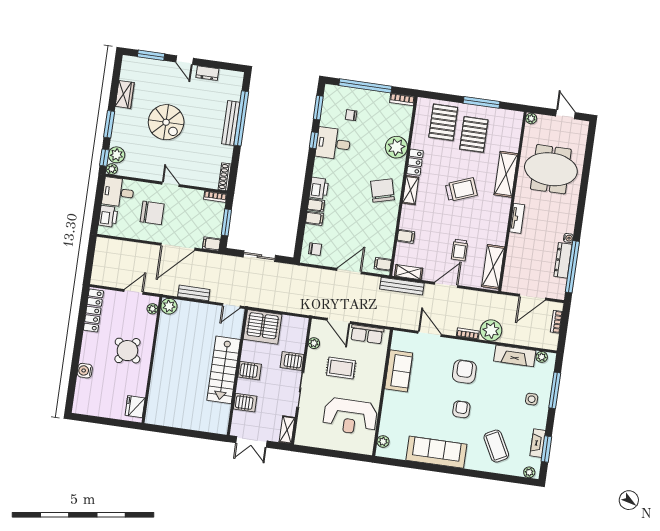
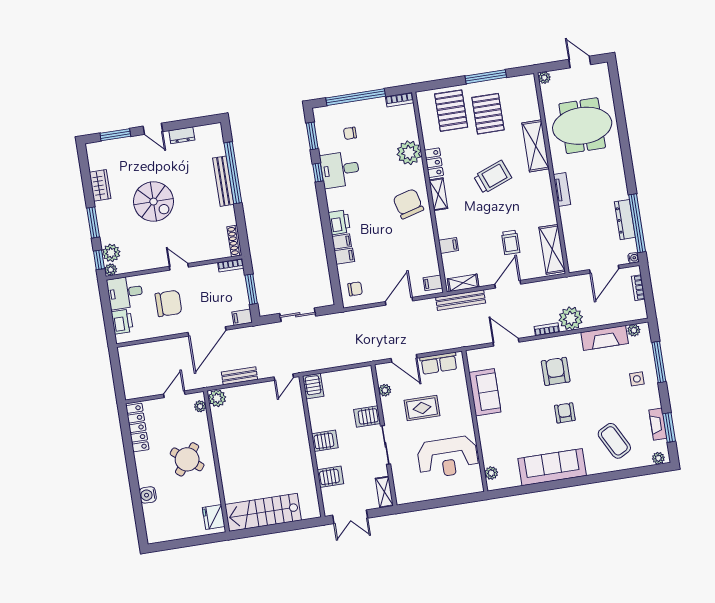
water cooler: (568, 238) -> (633, 258), moved
server rack: (263, 327) -> (313, 386), width x0.46, depth x0.70
stairs: (224, 370) -> (263, 512), moved, turned 90

